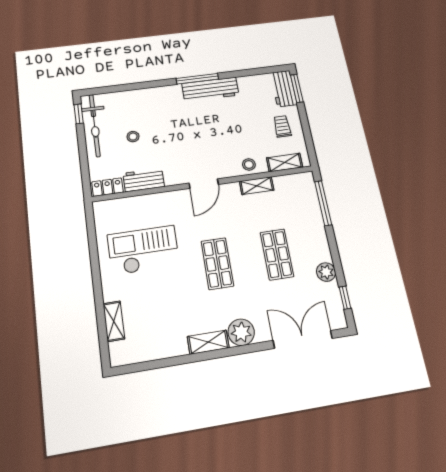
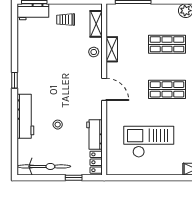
window: (197, 79) -> (14, 80), width x0.46
workbench: (210, 89) -> (25, 116), moved
window: (79, 114) -> (74, 178), moved
stool: (133, 137) -> (58, 125), moved
checkout: (143, 250) -> (149, 142), turned 90

